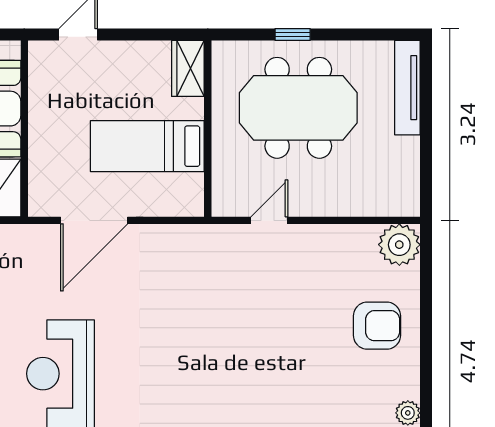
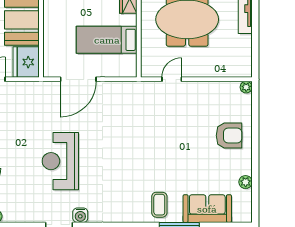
plant: (399, 245) -> (246, 87), width x0.53, depth x0.53

